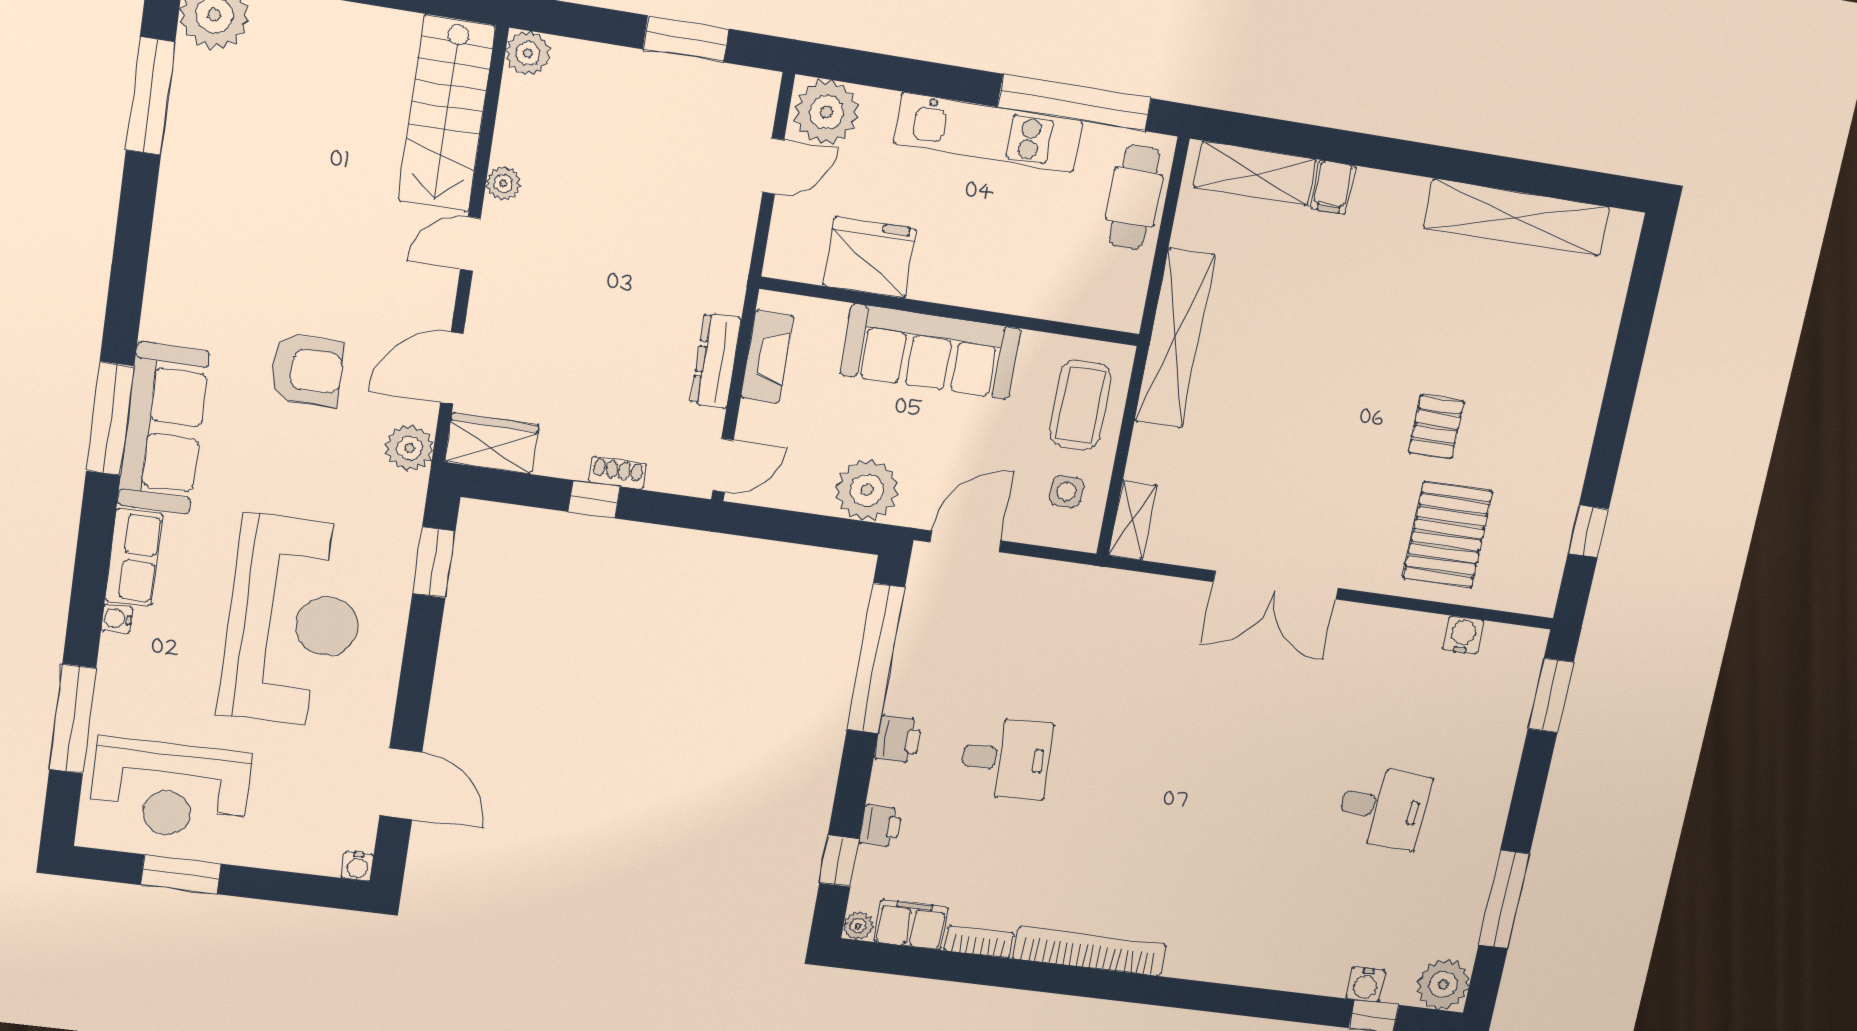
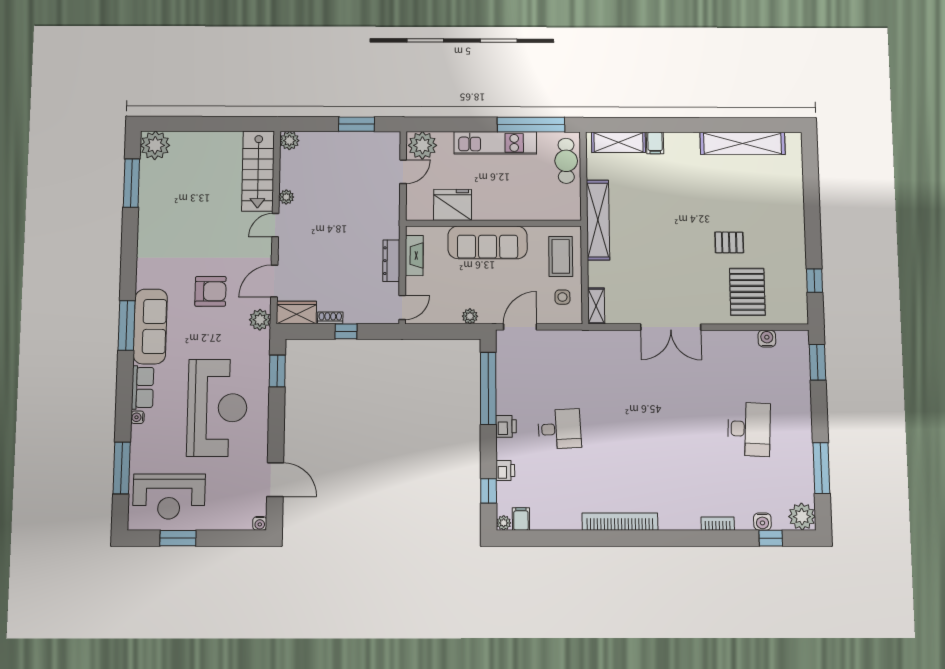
pallet: (1436, 427) -> (729, 242), turned 90
shoe rack: (618, 473) -> (330, 318), moved
plant: (867, 490) -> (470, 316), width x0.53, depth x0.53
desk: (1383, 808) -> (749, 429), width x1.37
filing cabinet: (911, 924) -> (521, 519), width x0.50
bookcase: (979, 942) -> (718, 524), moved

